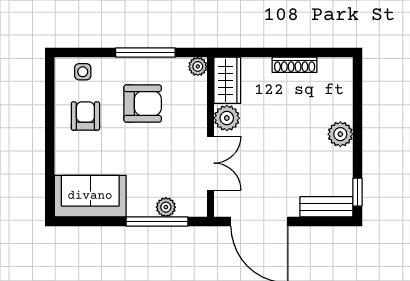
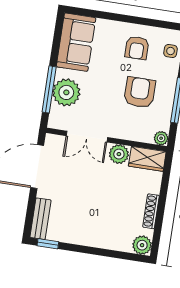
armchair: (143, 104) -> (140, 92), turned 180
armchair: (85, 116) -> (137, 48), turned 90
plant: (340, 134) -> (142, 245), moved
plant: (166, 207) -> (66, 92), width x1.88, depth x1.88

